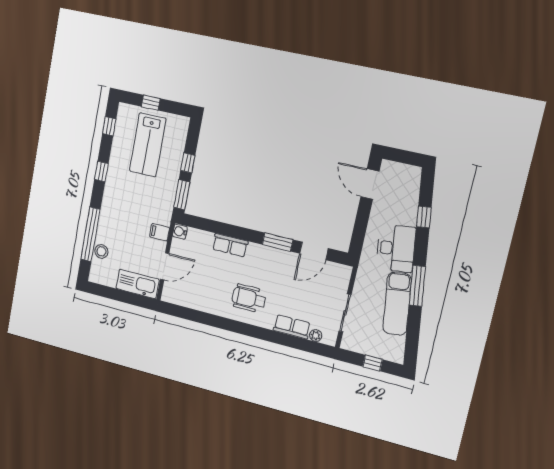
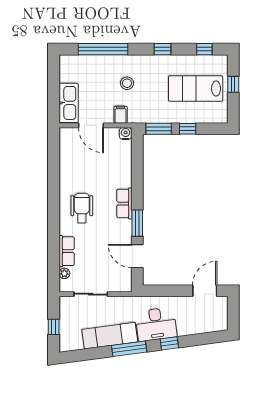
window: (424, 217) -> (169, 343), moved
row of seats: (230, 245) -> (124, 204), moved
stool: (101, 251) -> (127, 83), moved

